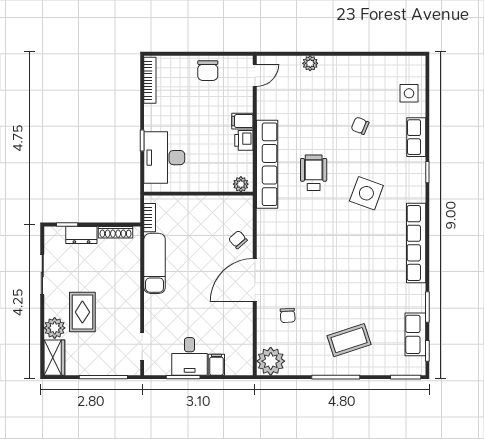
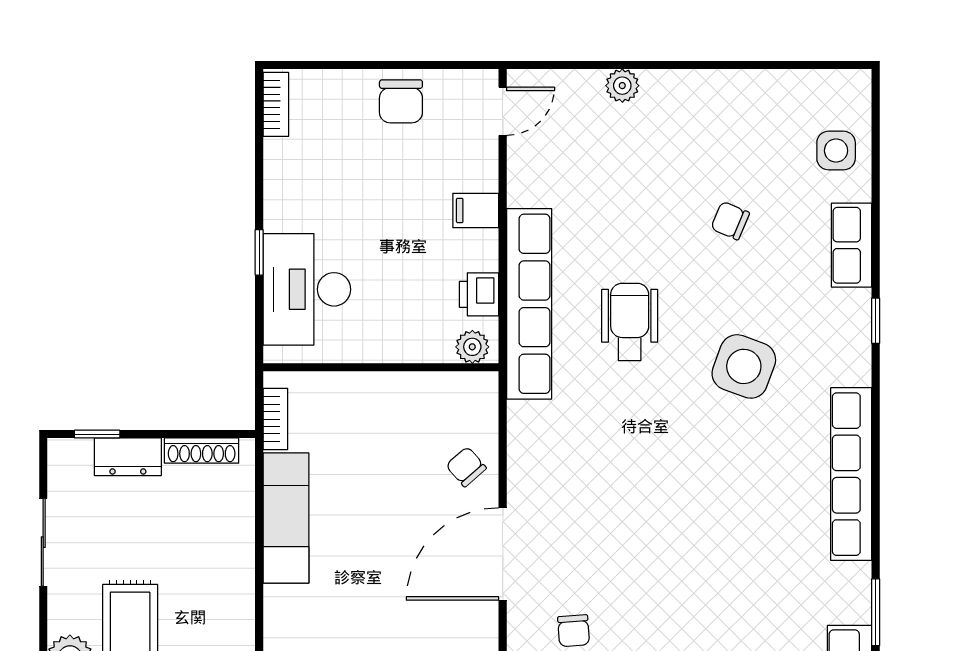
bookcase: (150, 80) -> (276, 104), width x0.64
printer: (244, 140) -> (479, 294), moved

